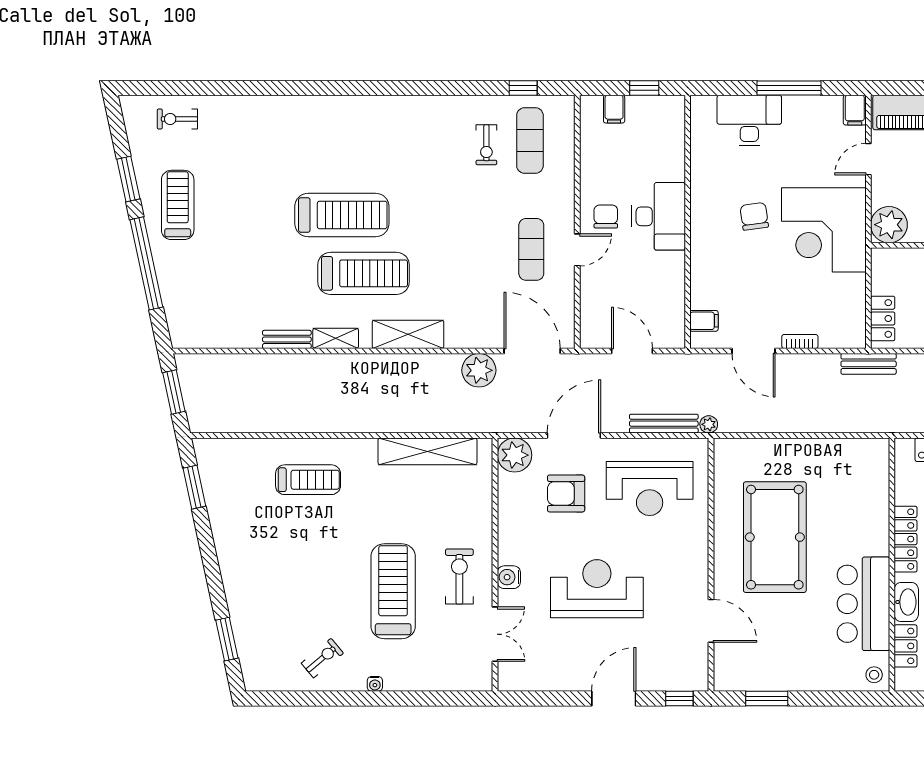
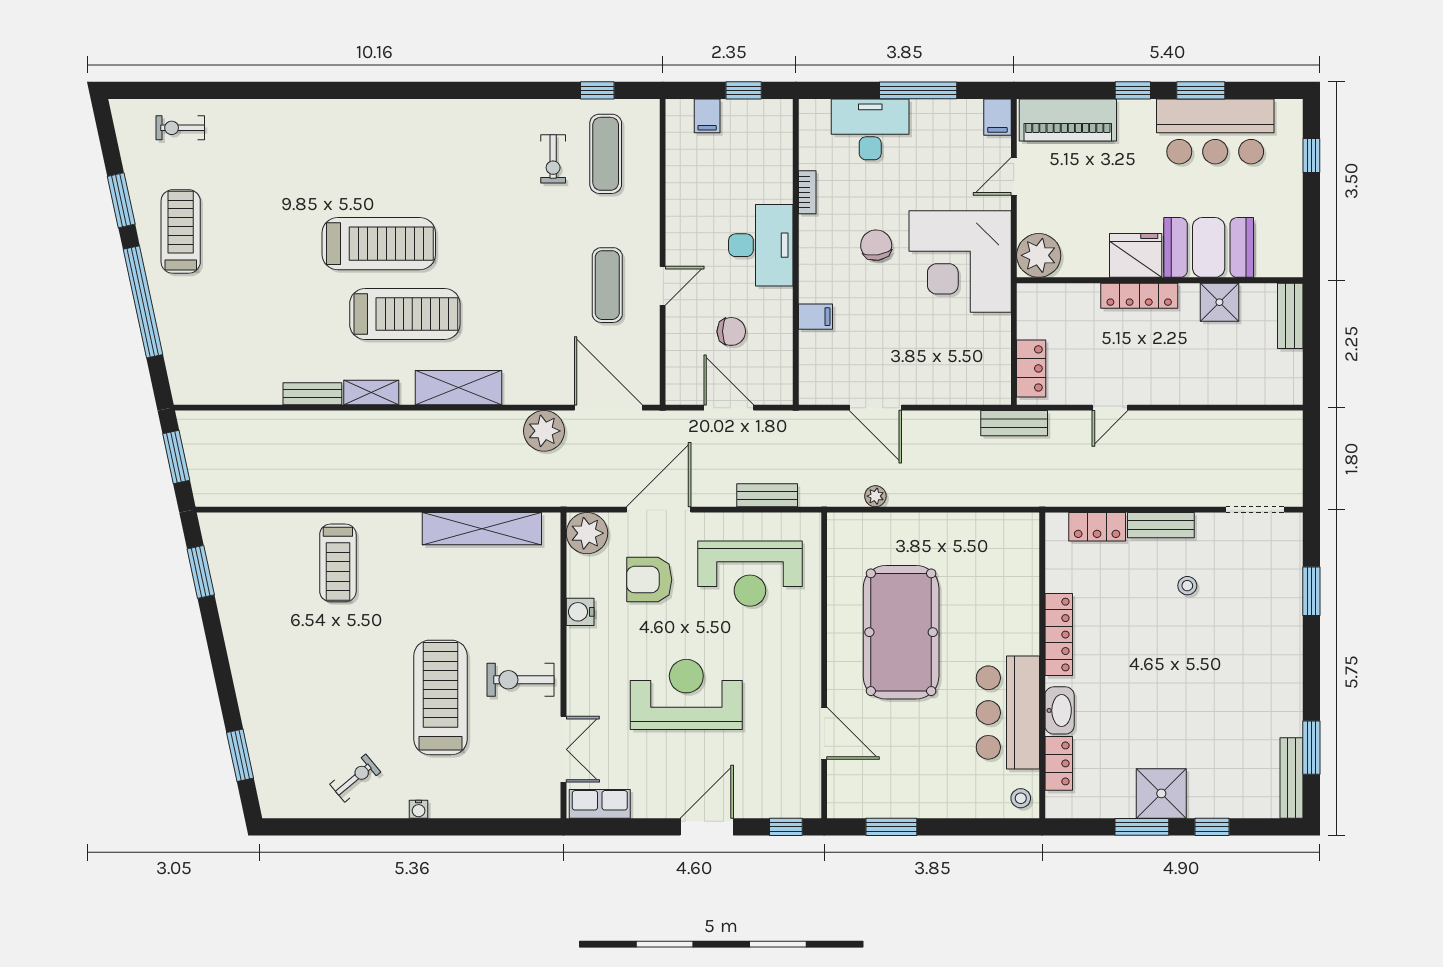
chair: (606, 216) -> (731, 331), moved, turned 90
filing cabinet: (704, 321) -> (816, 317), moved
bookcase: (800, 341) -> (807, 192), moved, turned 90
bench: (664, 424) -> (767, 495), width x0.73
plant: (709, 424) -> (875, 496), moved
treadmill: (308, 480) -> (338, 563), turned 90
exercise bike: (459, 577) -> (520, 680), turned -90
water cooler: (509, 577) -> (580, 612), moved
row of seats: (525, 679) -> (600, 804), added

